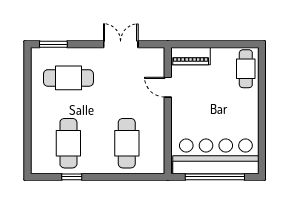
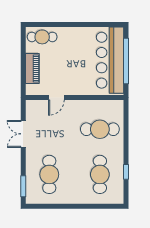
piano: (191, 56) -> (32, 68), moved
cafe table: (68, 143) -> (100, 174), turned 90

